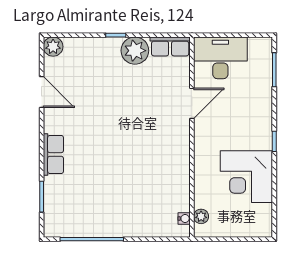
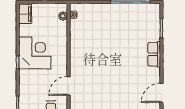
door: (42, 92) -> (161, 93), hinge flipped
corner desk: (246, 177) -> (35, 53), moved
filing cabinet: (262, 220) -> (25, 14), added

